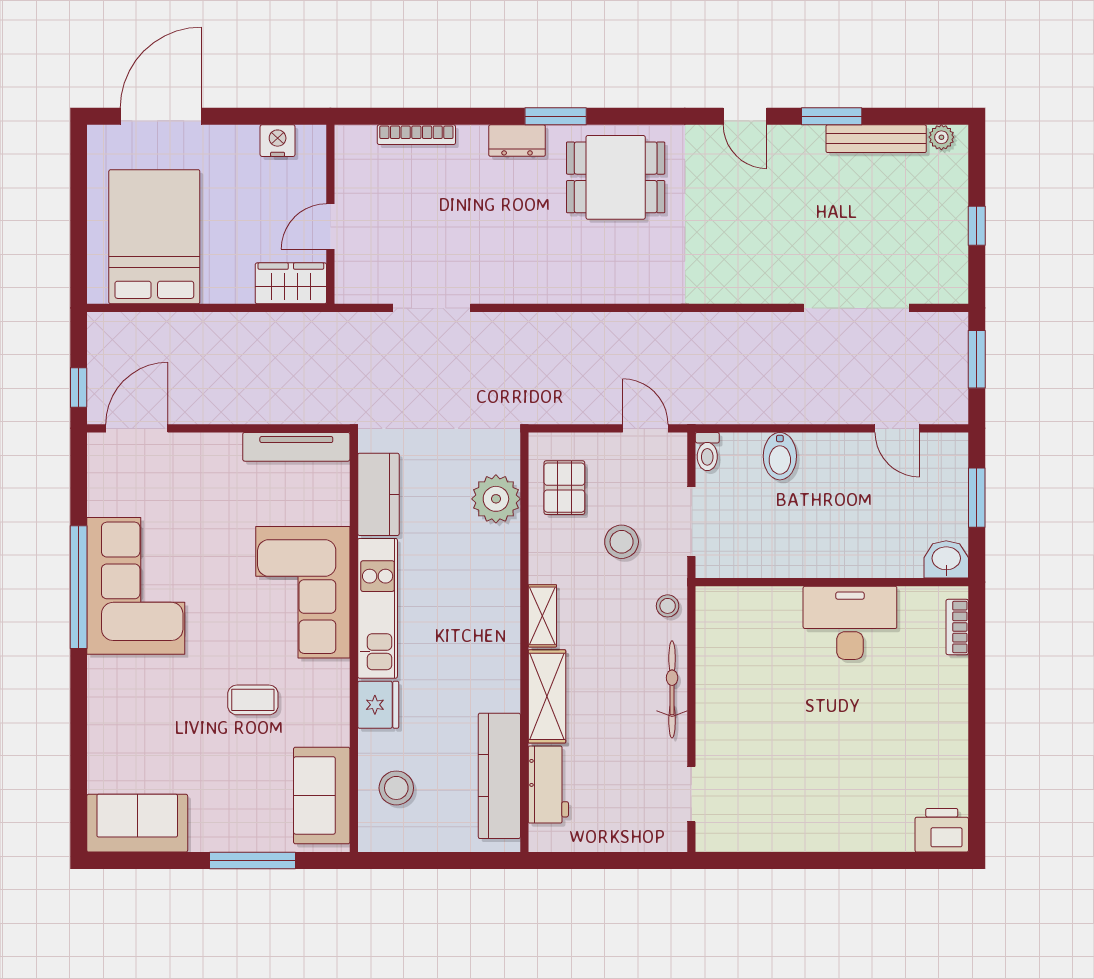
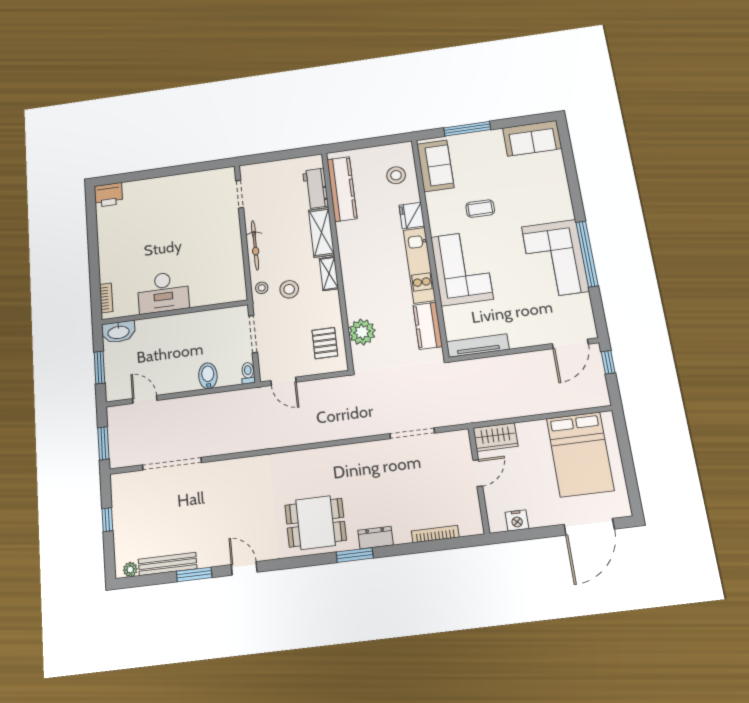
stool: (622, 542) -> (289, 289), moved
washbasin: (946, 559) -> (118, 332), width x1.38

